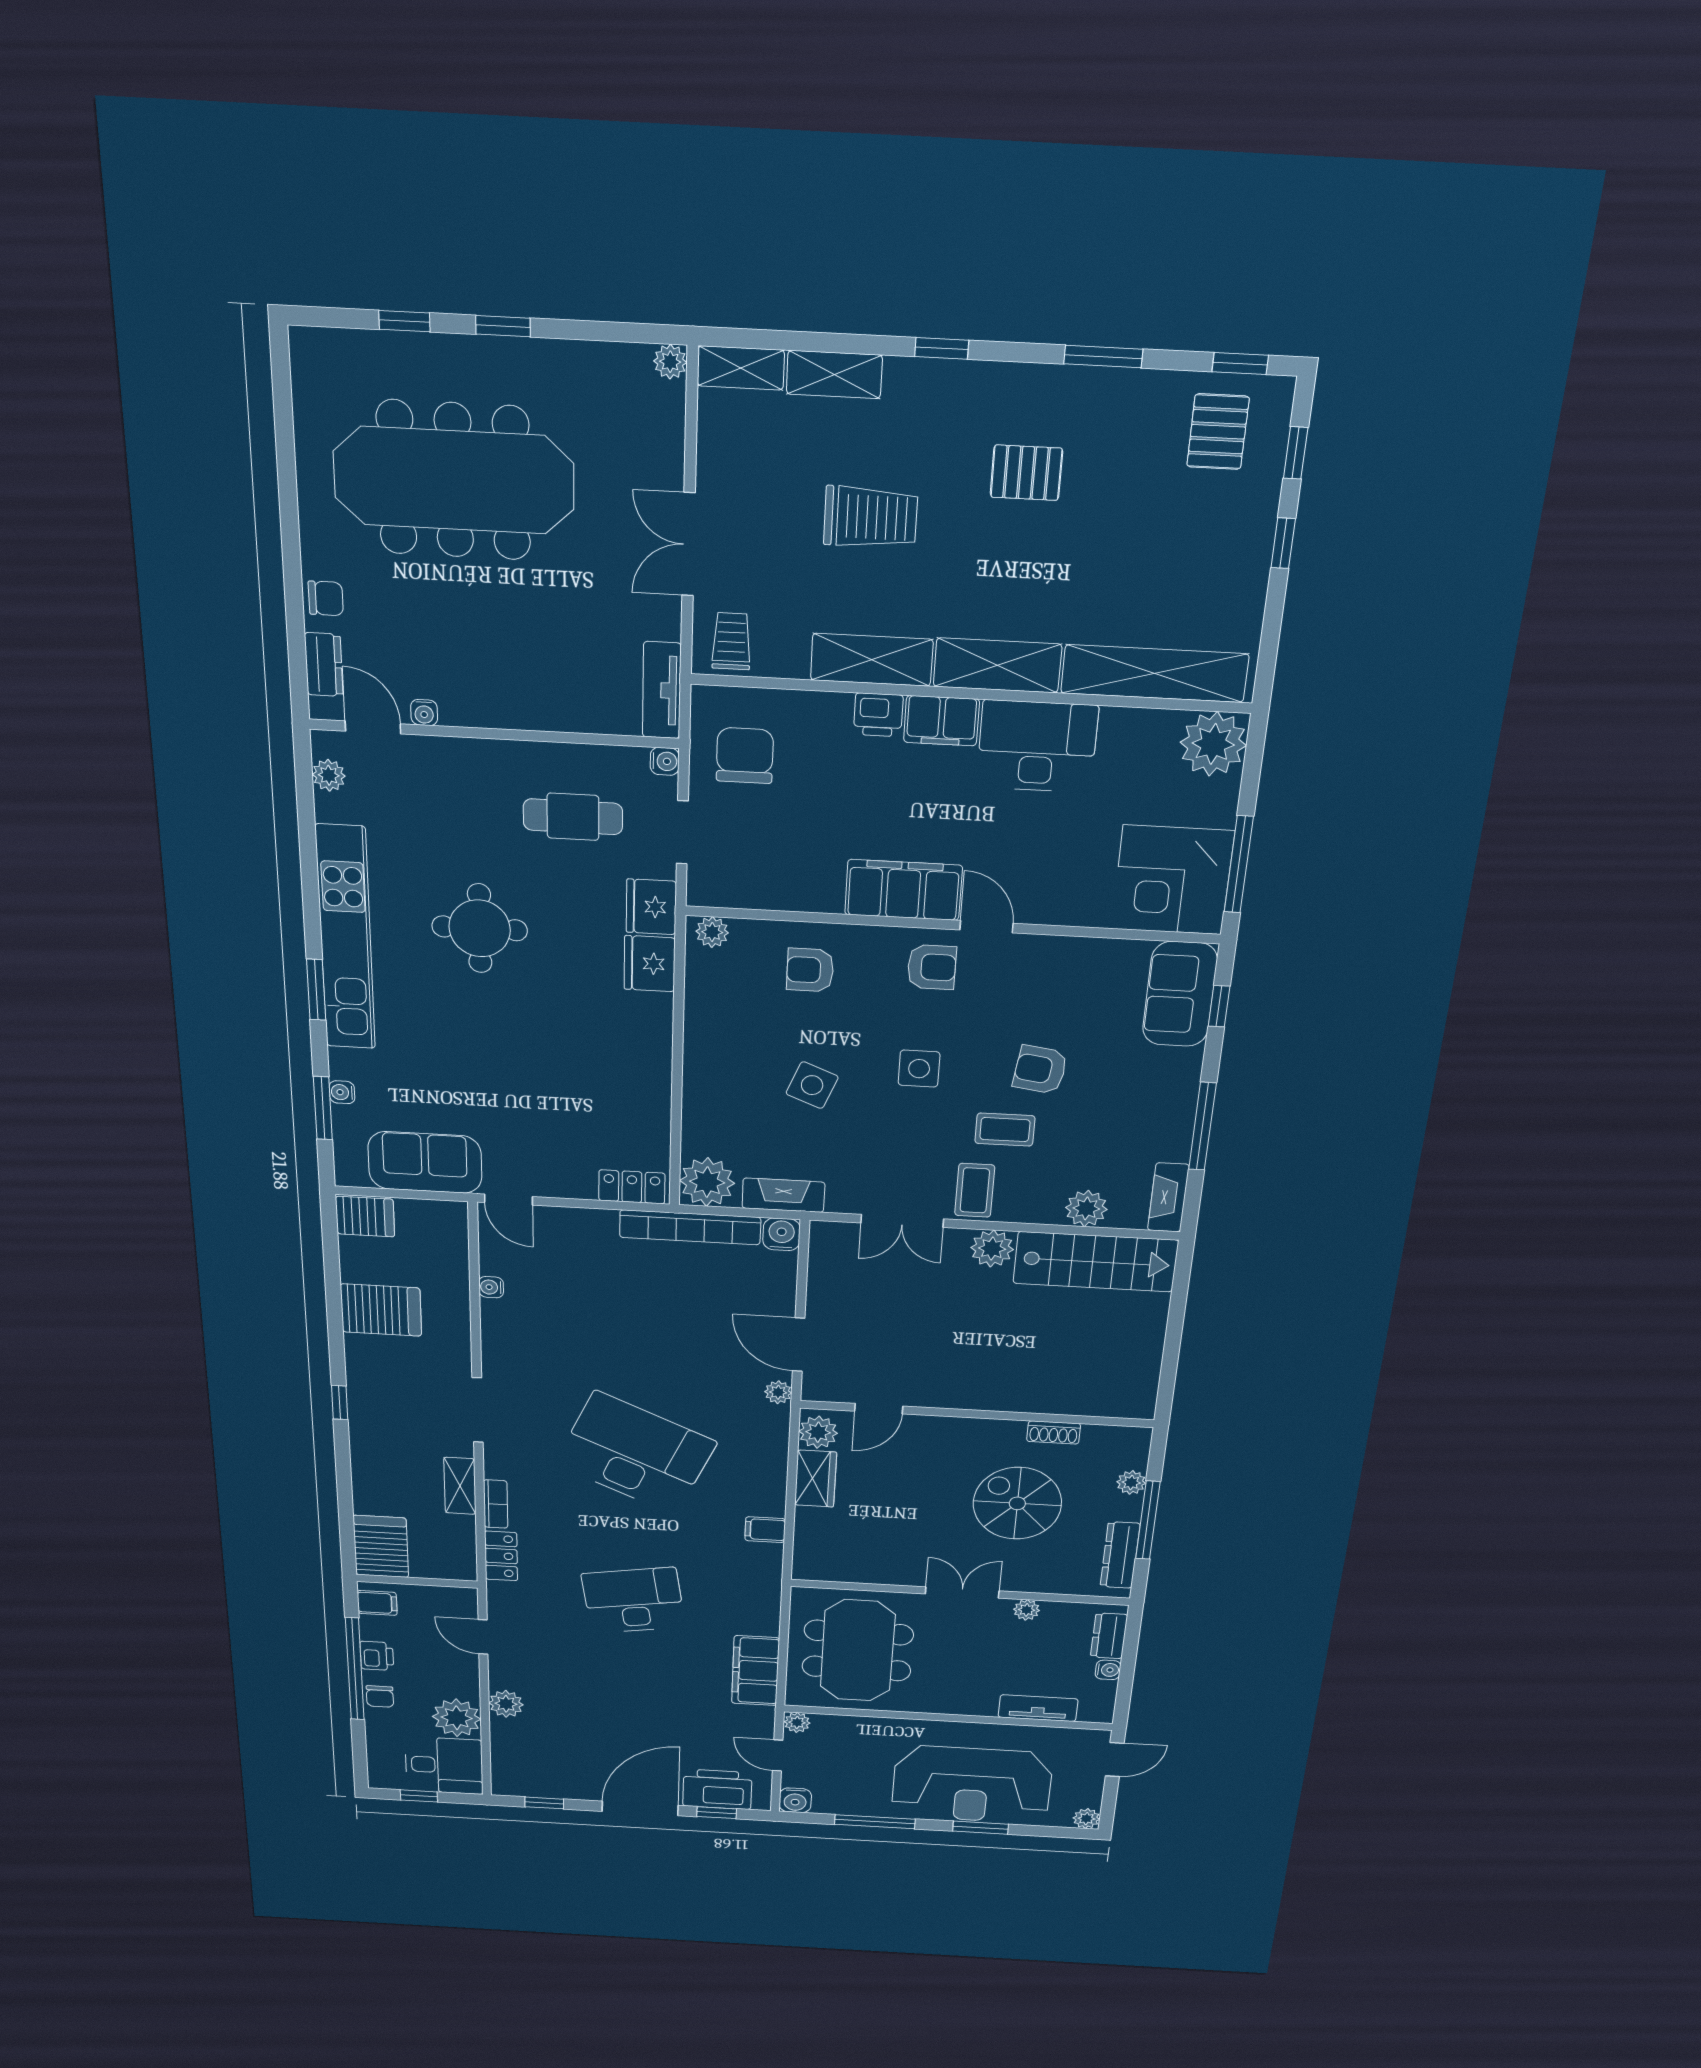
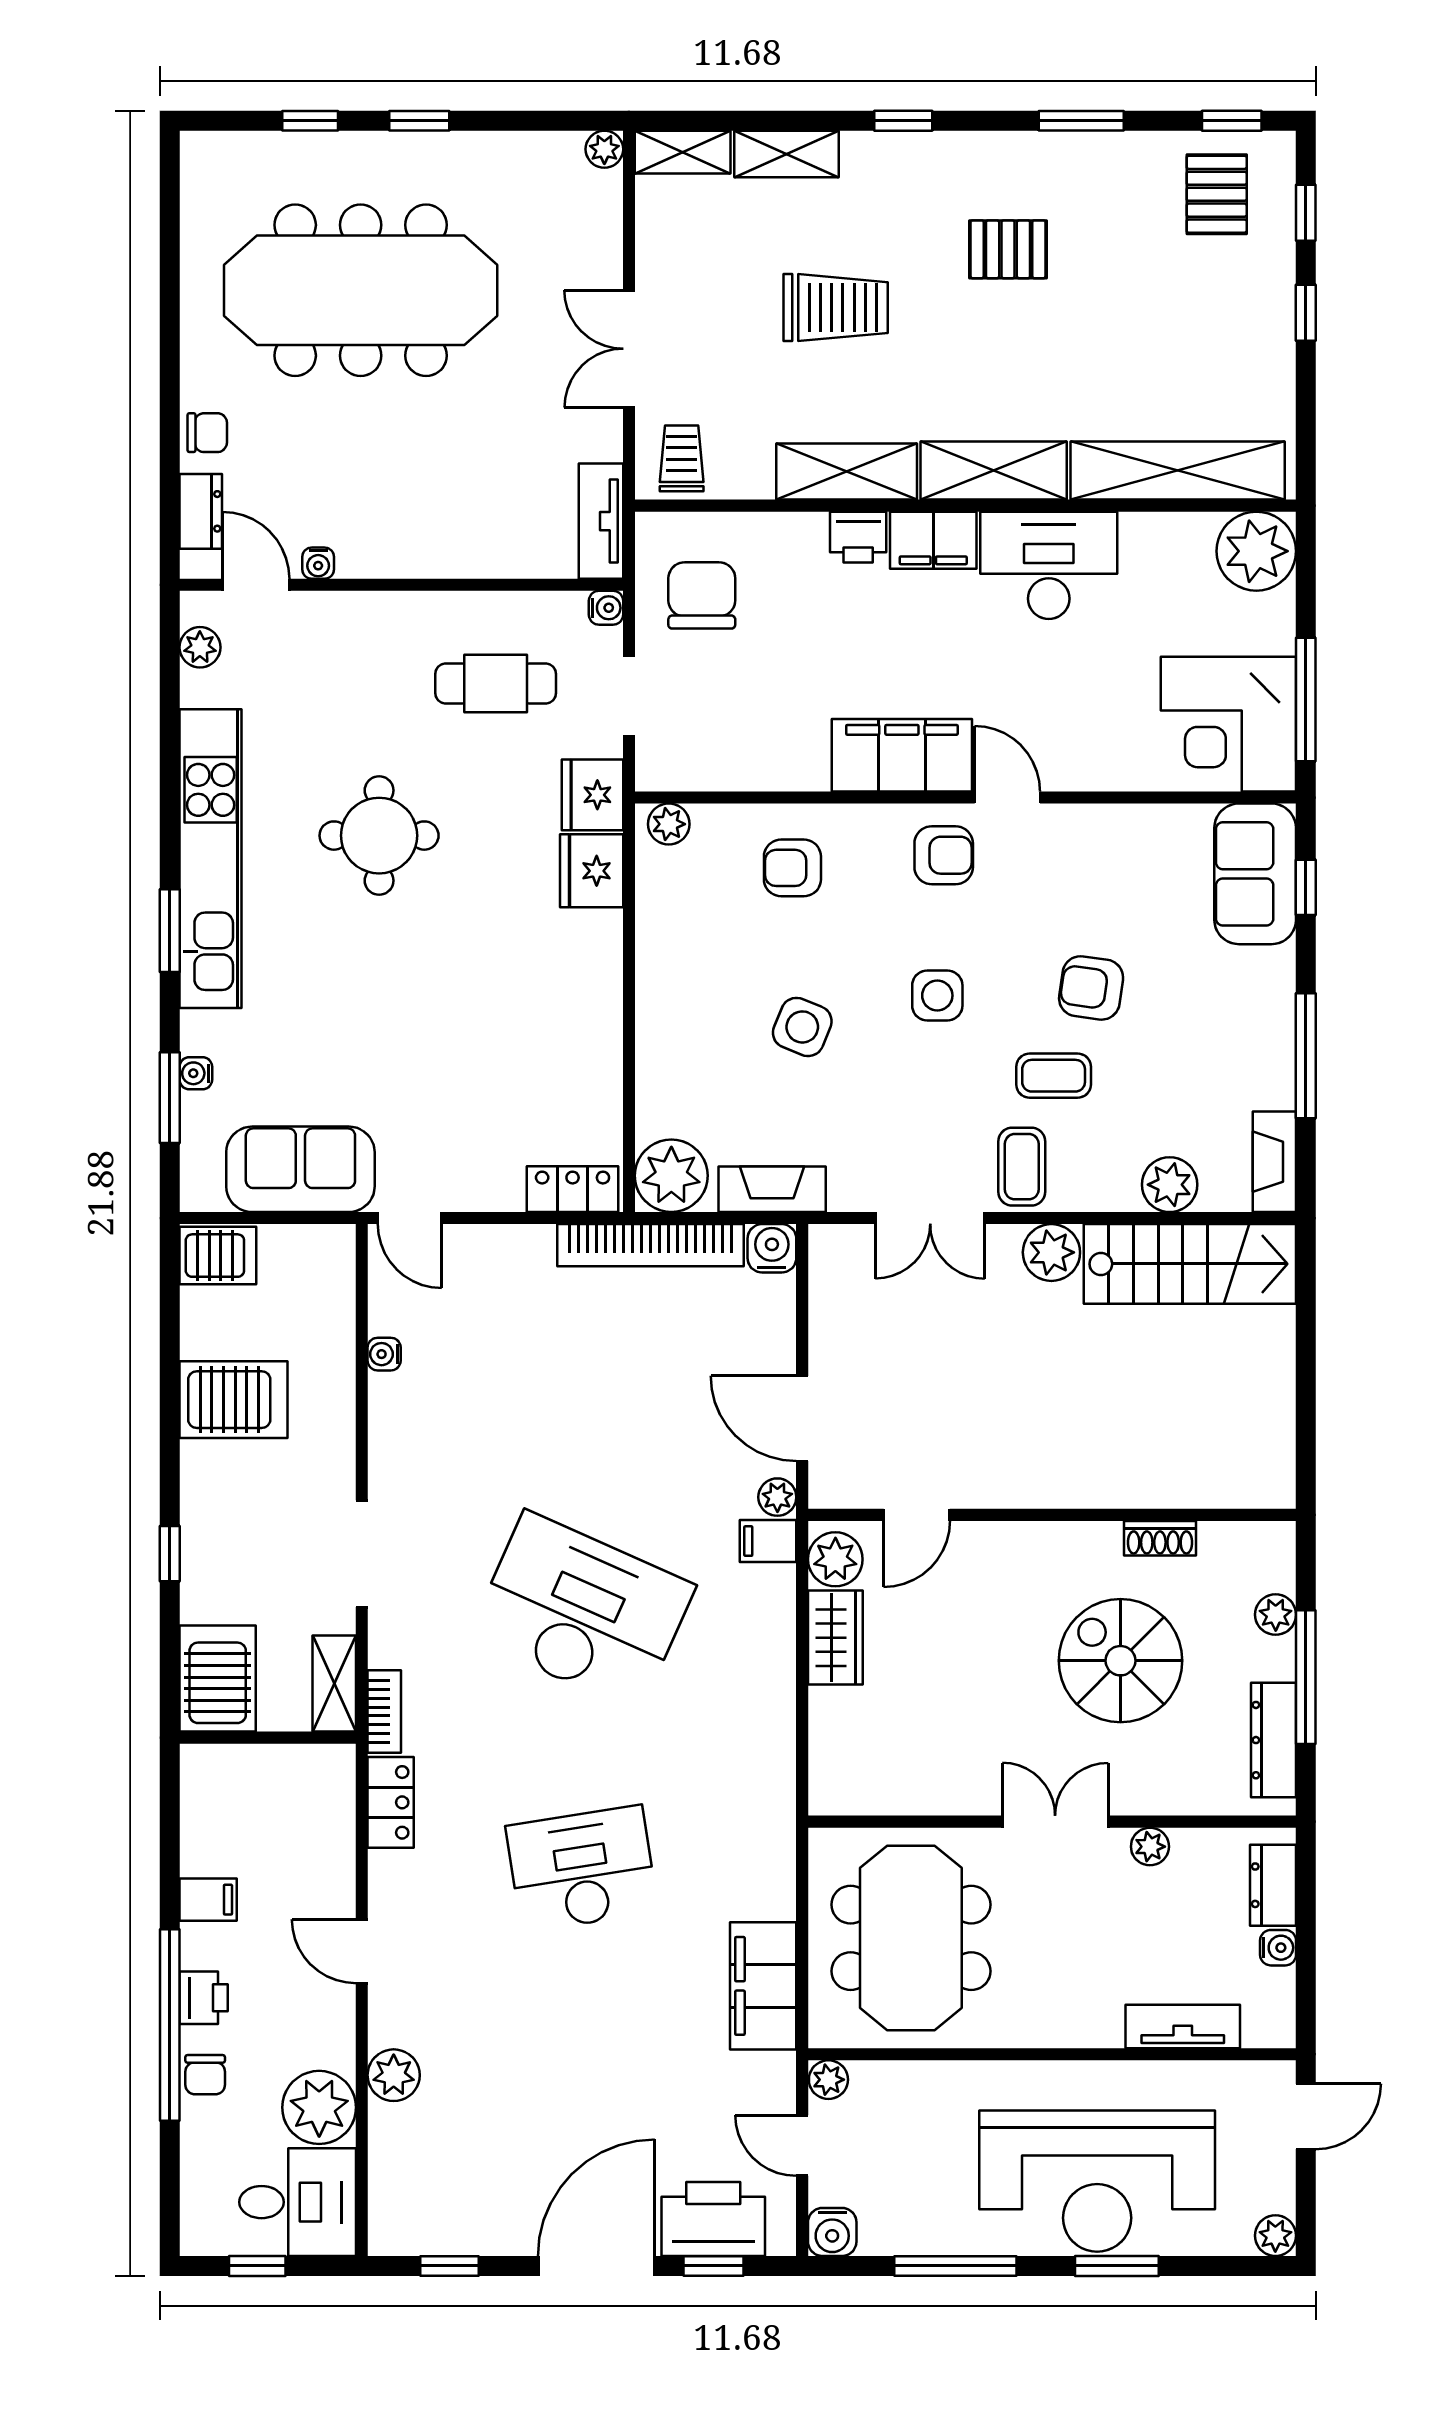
filing cabinet: (765, 1530) -> (768, 1541), moved
server rack: (381, 1546) -> (218, 1679), moved
wall: (417, 1581) -> (268, 1738), moved

